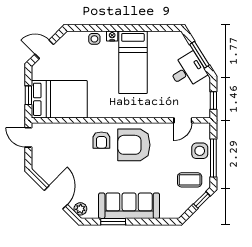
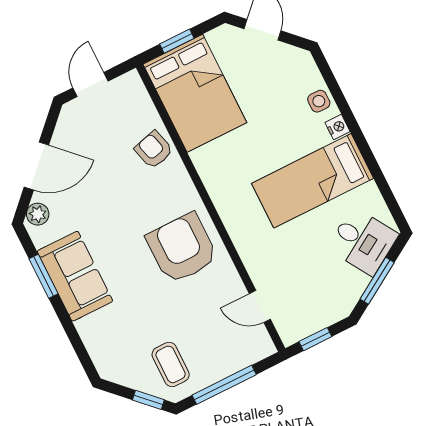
desk: (188, 71) -> (363, 241), moved
door: (28, 137) -> (90, 84), moved
armchair: (101, 140) -> (154, 150), moved, turned 75
side table: (200, 151) -> (225, 357), removed
sofa: (129, 206) -> (75, 276), width x0.73

